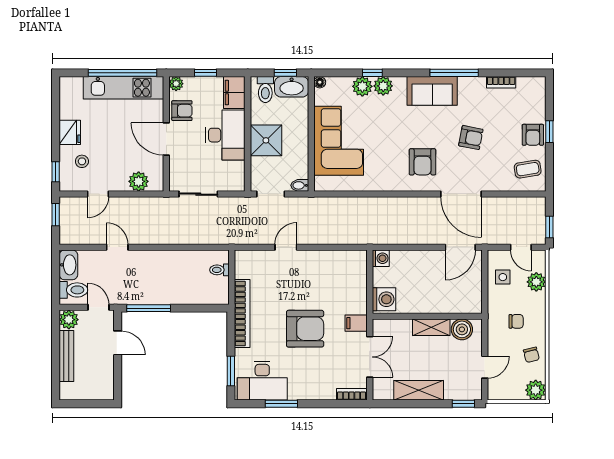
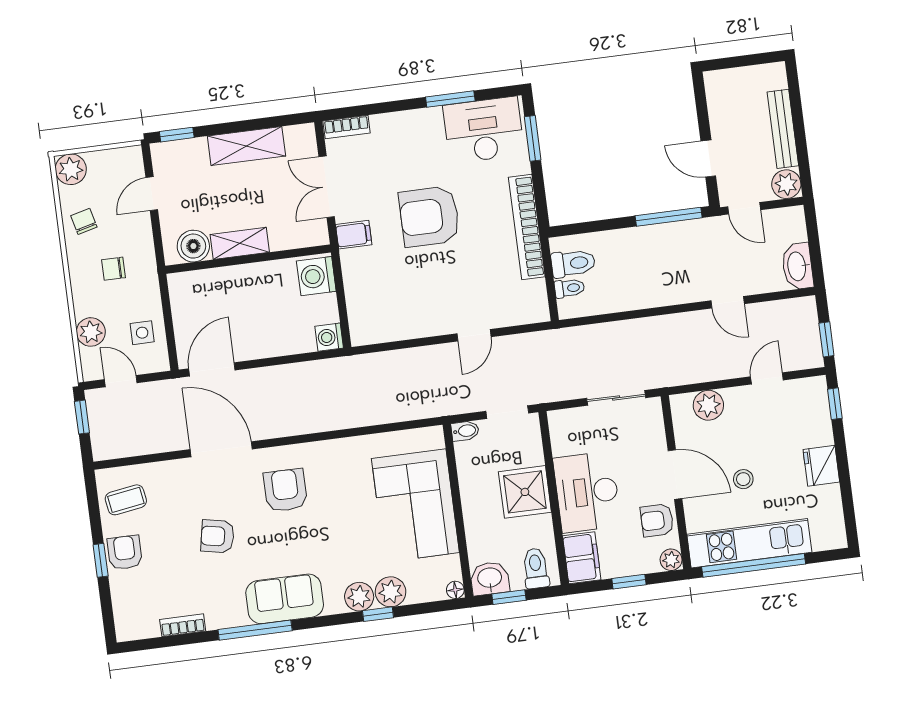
washbasin: (292, 87) -> (490, 578), width x0.72
stool: (82, 161) -> (743, 479), moved
toilet: (73, 290) -> (573, 263), moved, turned 180

